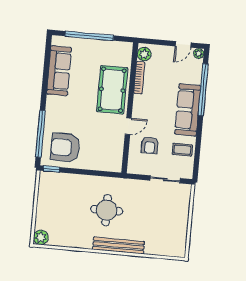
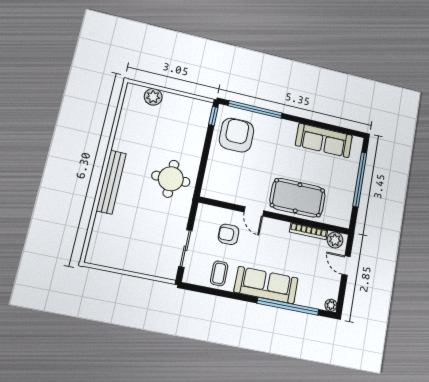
door: (183, 44) -> (346, 266), moved
round table: (107, 210) -> (171, 179), moved
plant: (41, 237) -> (153, 97), moved

